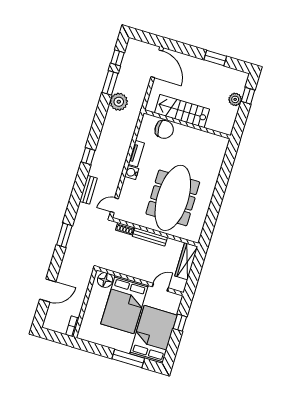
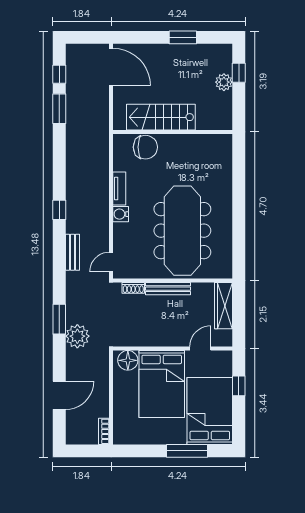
plant: (119, 102) -> (77, 336), moved

